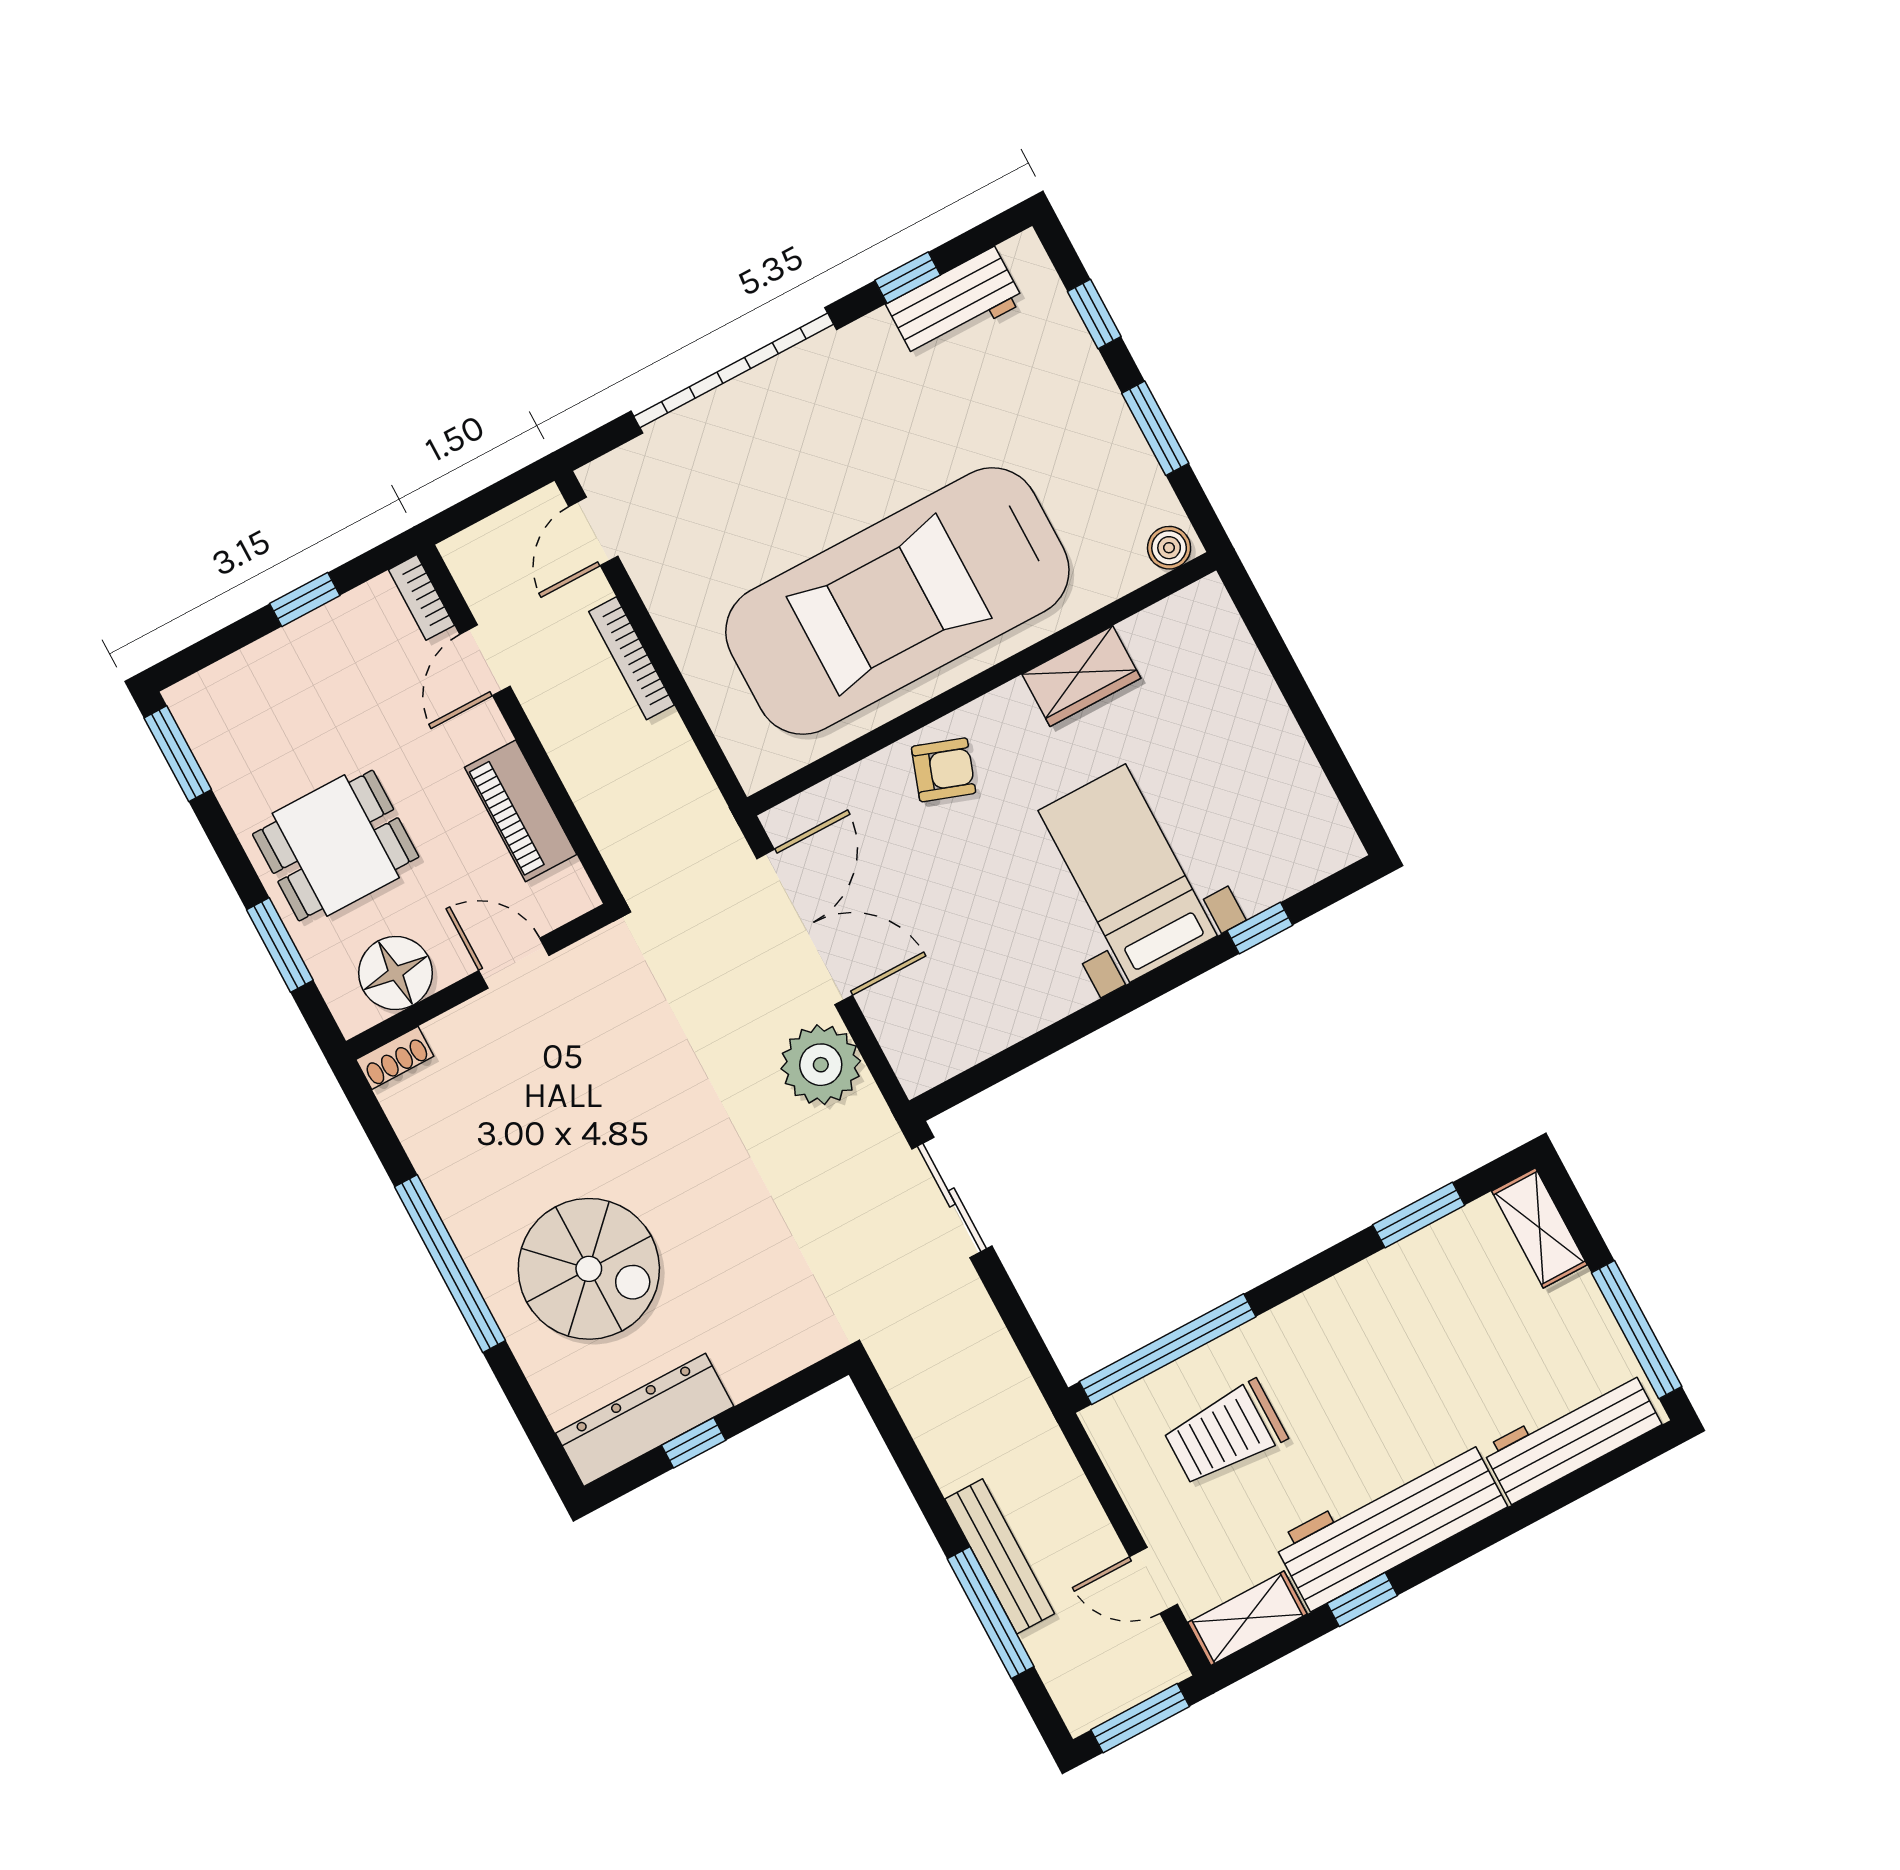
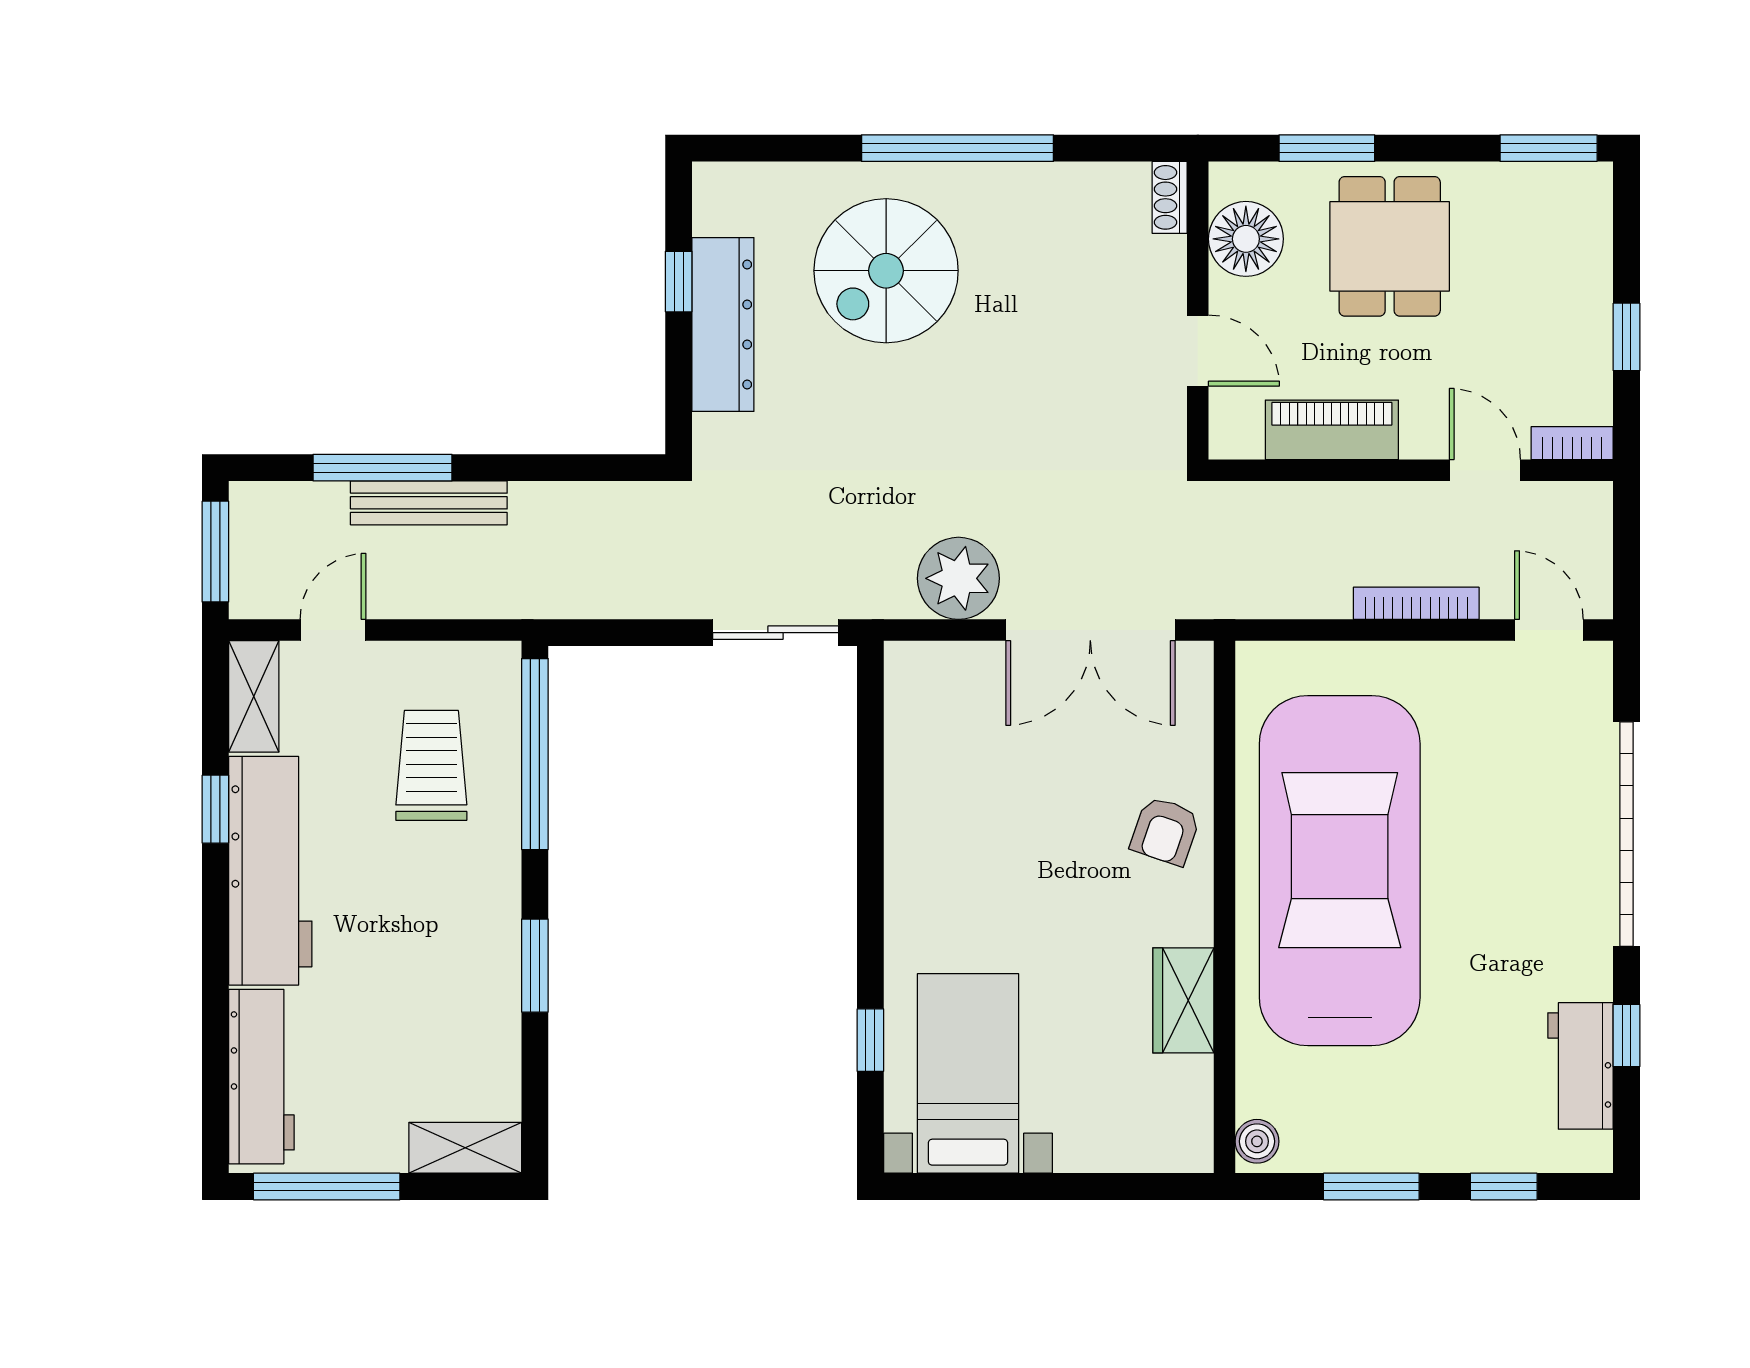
bed with nightstands: (1128, 873) -> (968, 1073), moved, turned -90
door: (514, 963) -> (1198, 351), hinge flipped
window: (1419, 1215) -> (535, 966), moved
dresser: (645, 1420) -> (723, 324), moved

